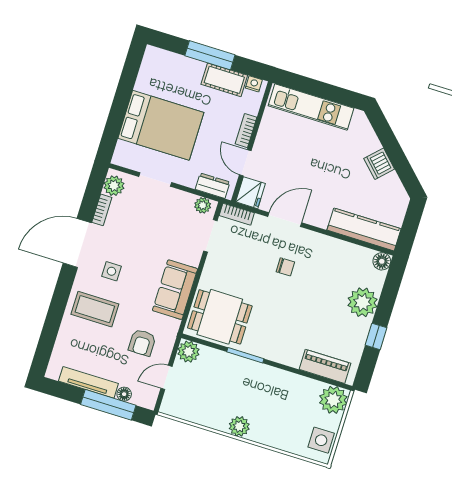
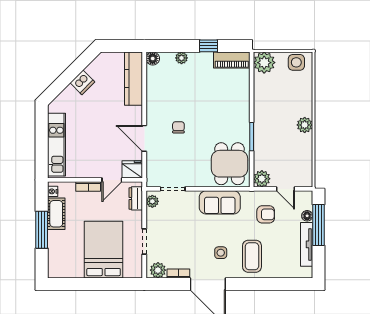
bookcase: (237, 214) -> (151, 174), removed
plant: (363, 302) -> (181, 58), width x0.53, depth x0.53
piano: (325, 366) -> (232, 60), moved, turned -90

